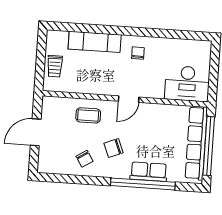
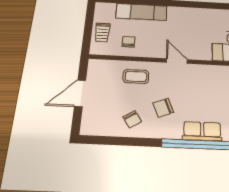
chair: (138, 53) -> (129, 42), moved
door: (129, 99) -> (177, 61), swing flipped

